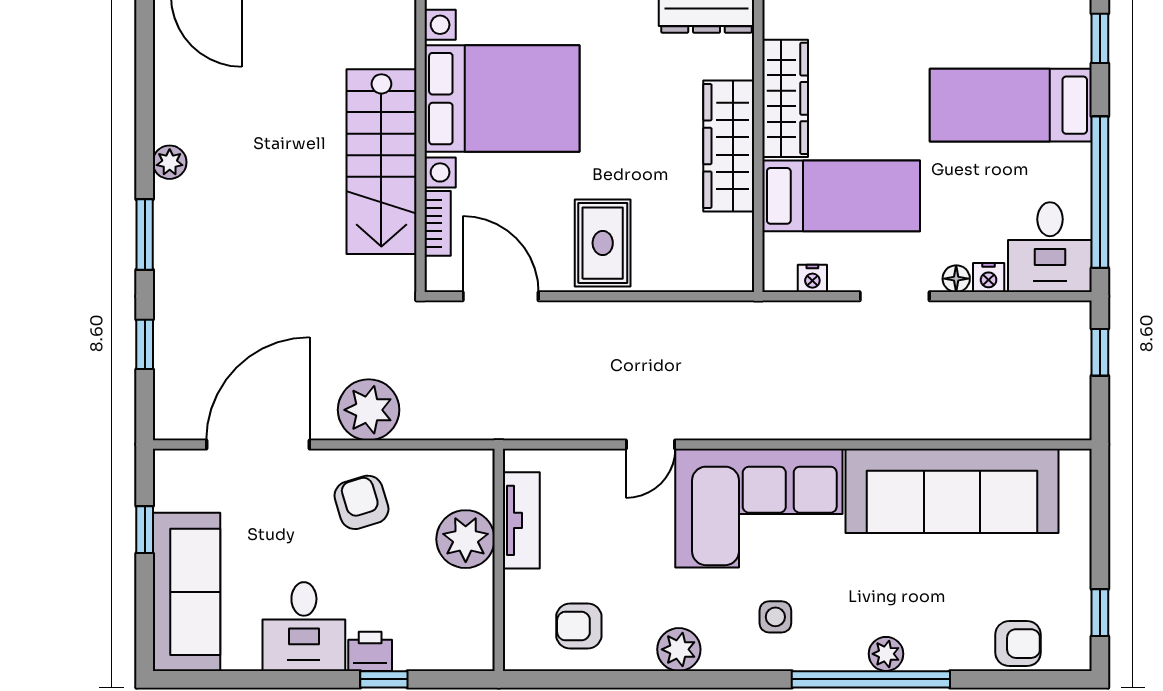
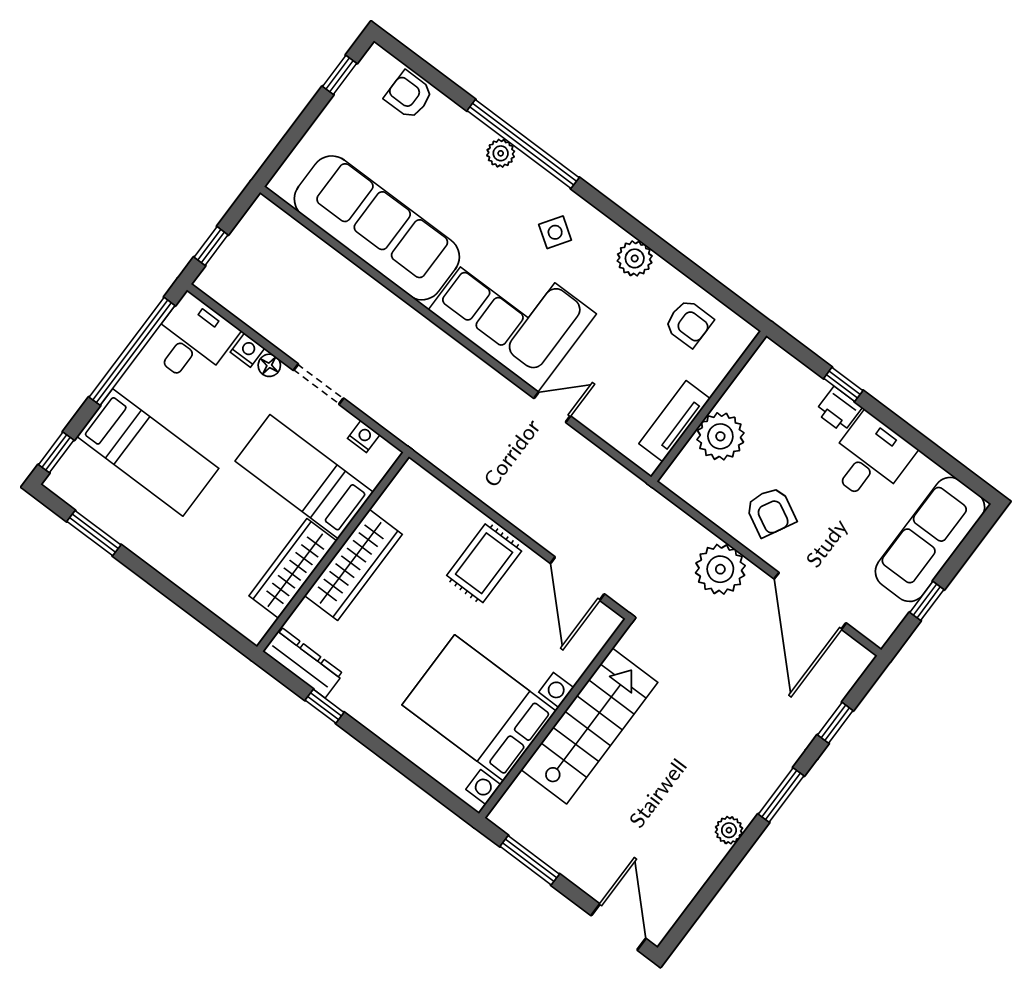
bookcase: (438, 223) -> (583, 658), removed
door: (258, 445) -> (810, 601), hinge flipped
armchair: (361, 502) -> (771, 512), turned -45
side table: (775, 617) -> (555, 232), turned 34

